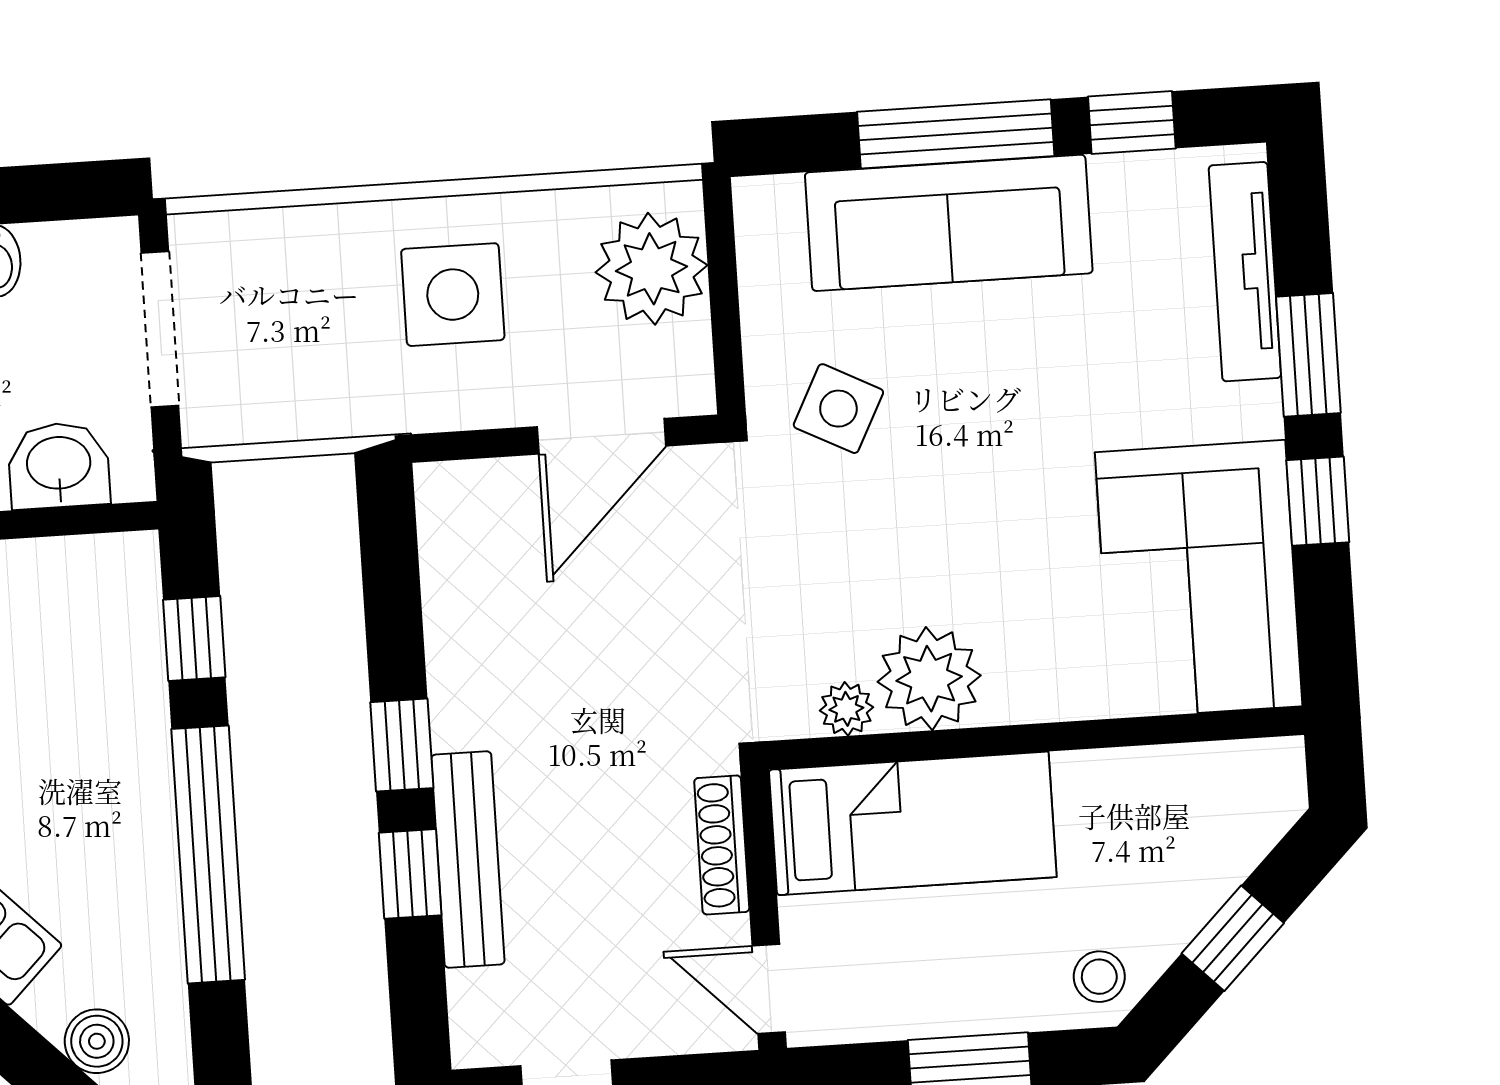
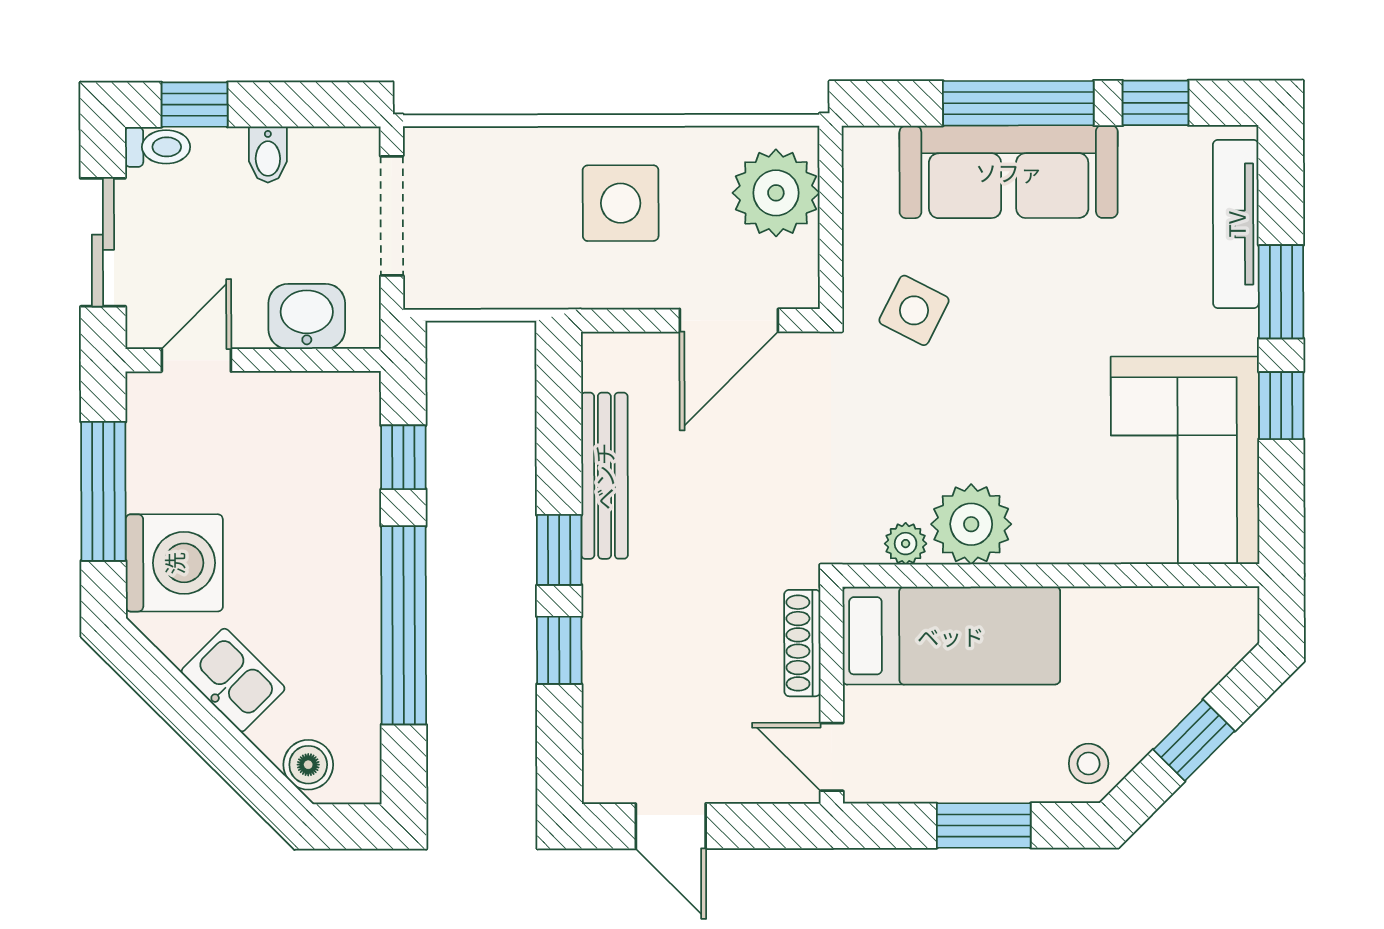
bench: (468, 860) -> (604, 476), moved

